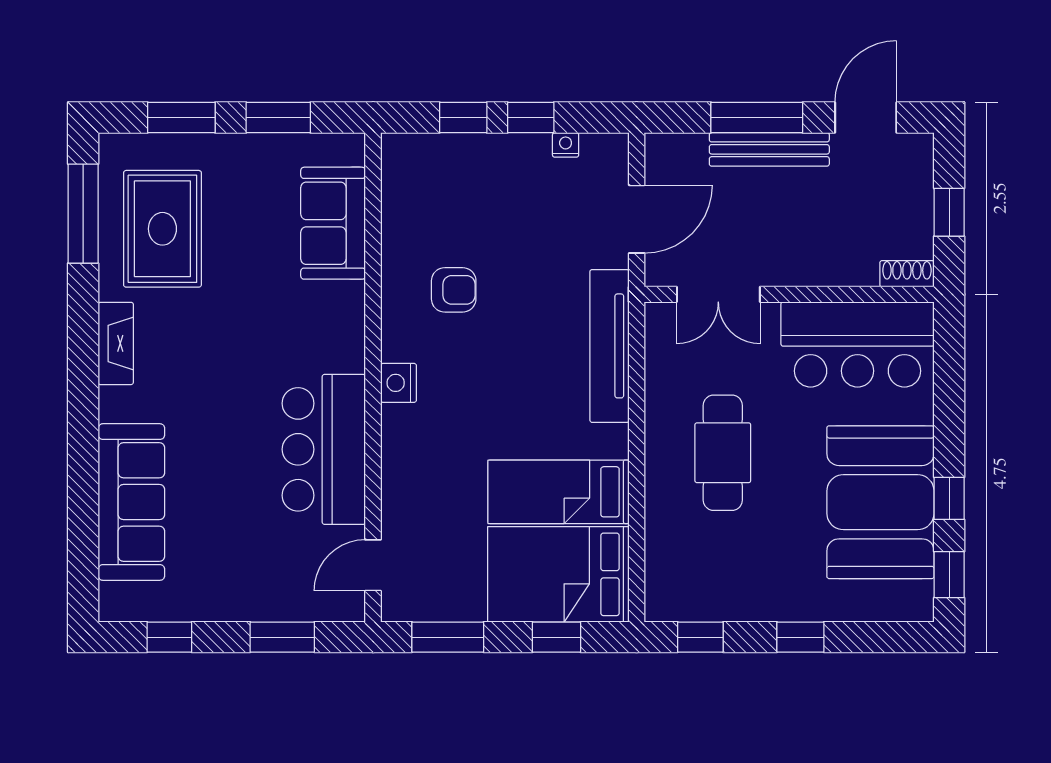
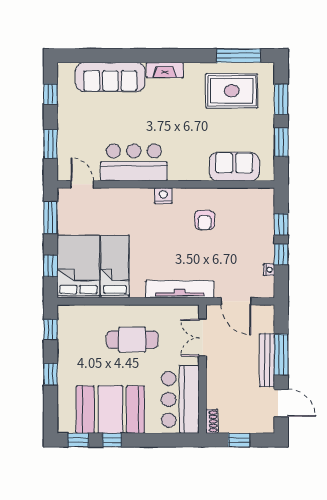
fireplace: (116, 343) -> (165, 70), moved

